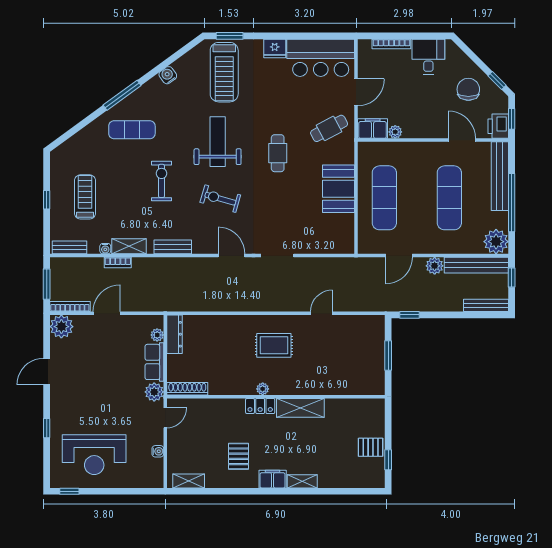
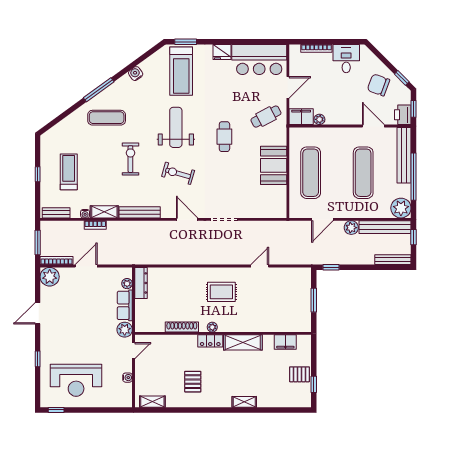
chair: (468, 89) -> (379, 85), turned -70
bench: (173, 247) -> (140, 212), width x1.36
shoe rack: (187, 389) -> (182, 327), moved
filing cabinet: (273, 479) -> (285, 342), moved, turned 180

